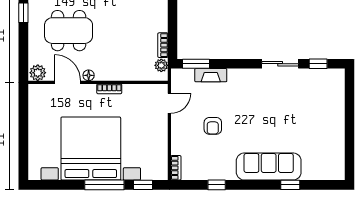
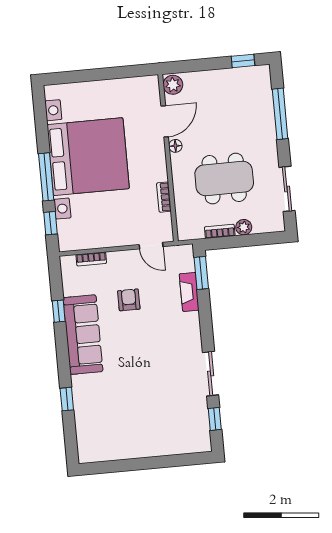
dining table: (69, 31) -> (224, 178), moved, turned 90
plant: (161, 65) -> (244, 227), moved
bookcase: (109, 89) -> (164, 197), moved
armchair: (213, 126) -> (129, 300), turned 90
sofa: (269, 167) -> (83, 335), moved
bookcase: (176, 168) -> (91, 259), moved

